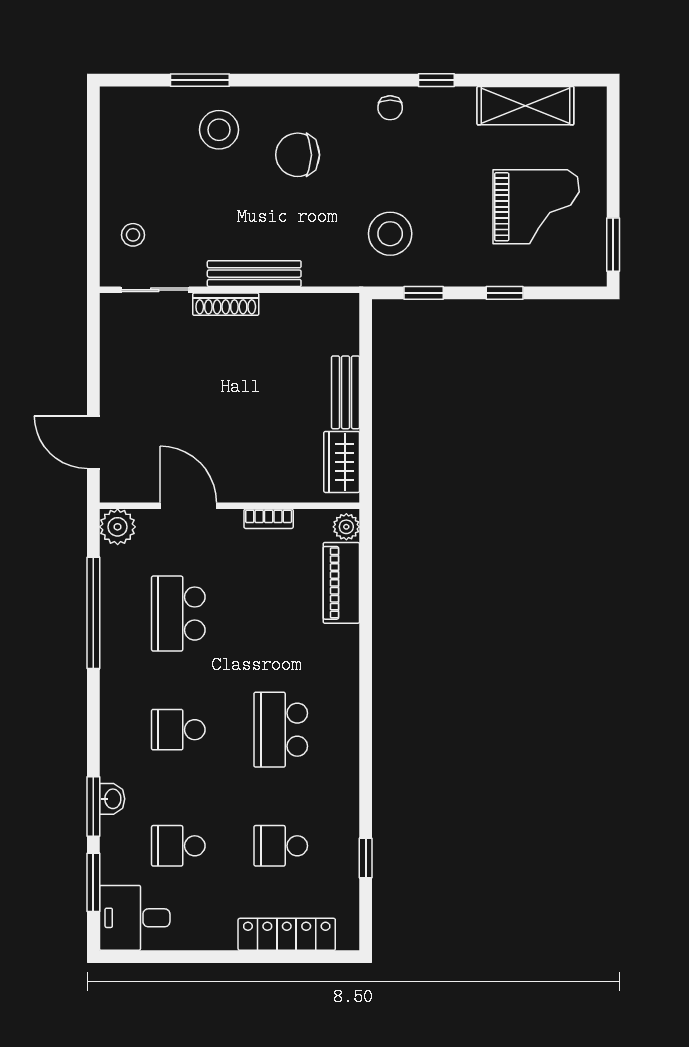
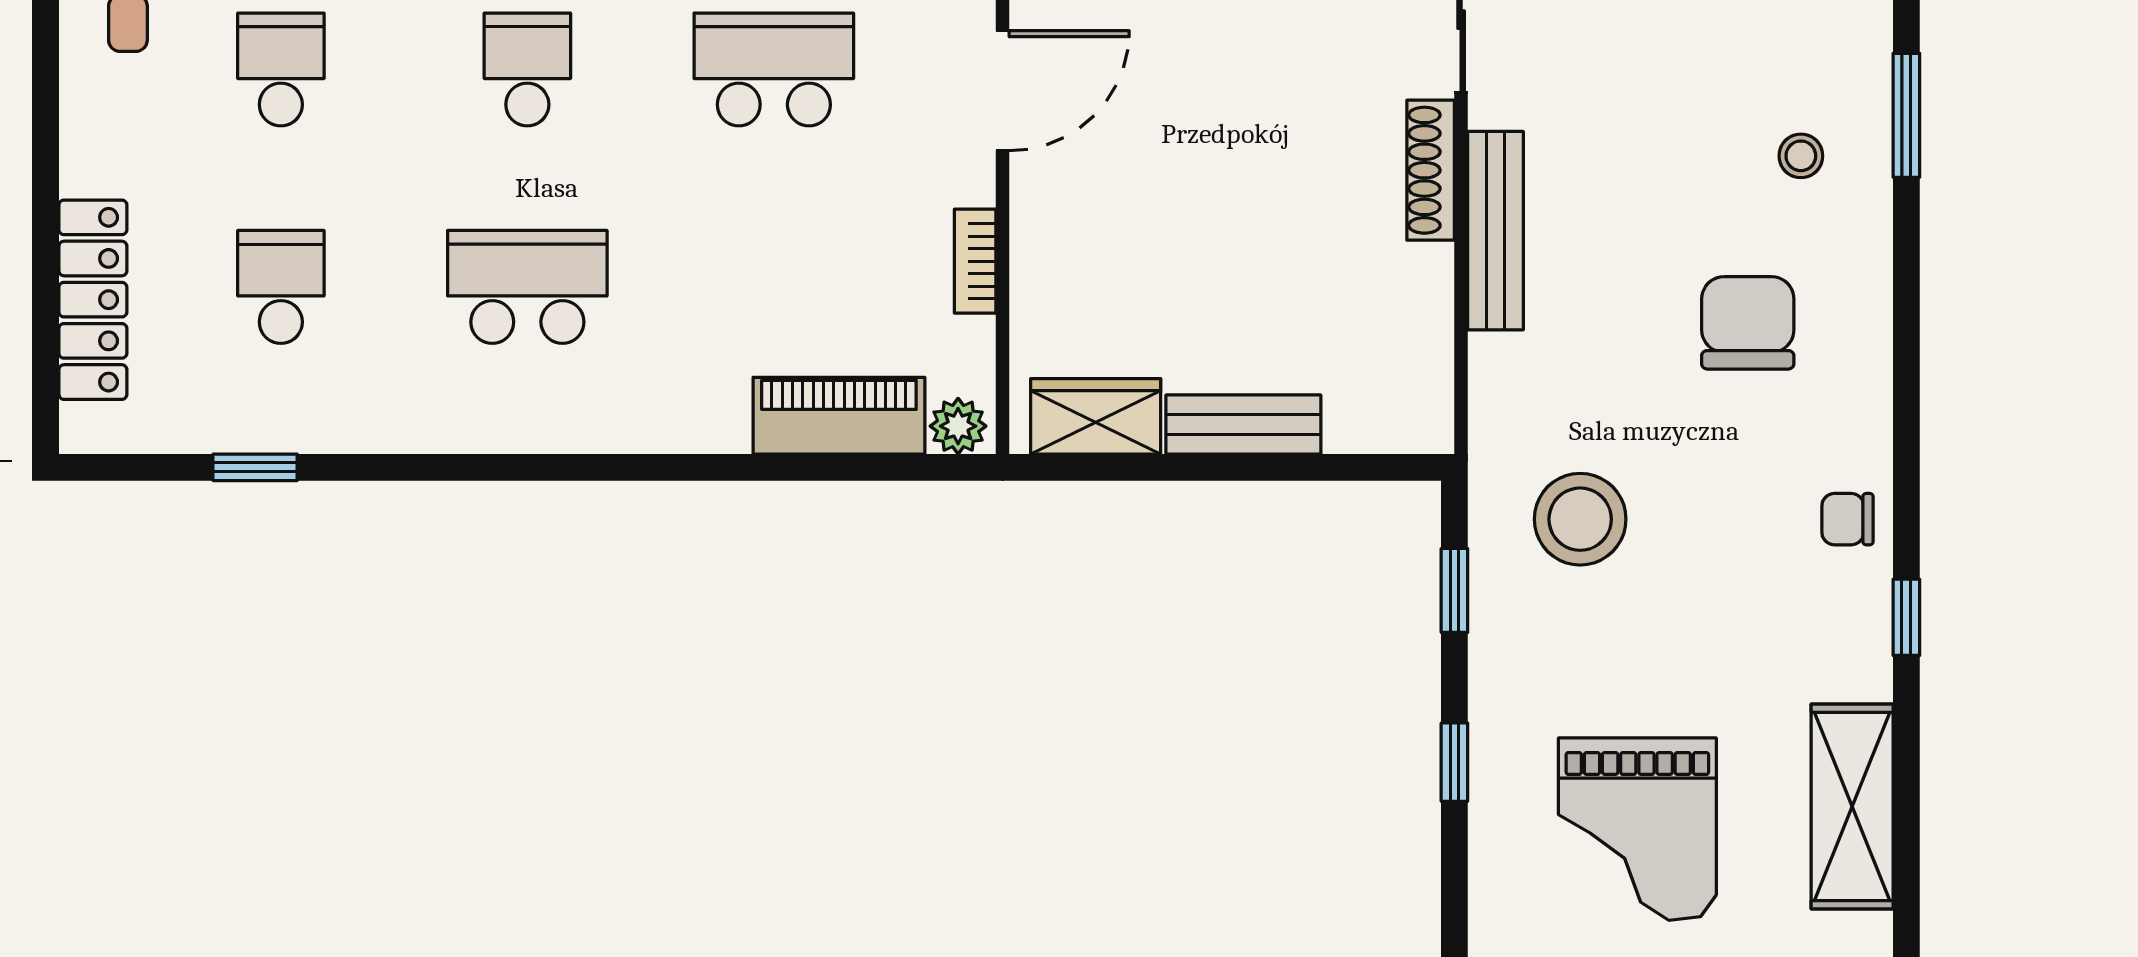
stool: (219, 130) -> (1801, 156), width x0.53, depth x0.53

